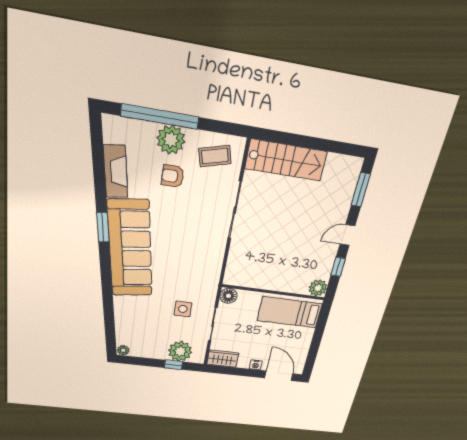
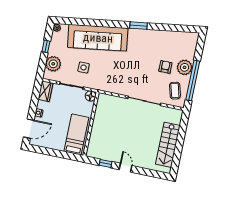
window: (160, 116) -> (193, 80), moved
stairs: (286, 160) -> (168, 145), moved
fireplace: (116, 172) -> (169, 36), removed
window: (361, 190) -> (152, 173), removed
sofa: (130, 249) -> (98, 38), moved
plant: (318, 288) -> (92, 152), removed
window: (173, 365) -> (46, 46), moved

